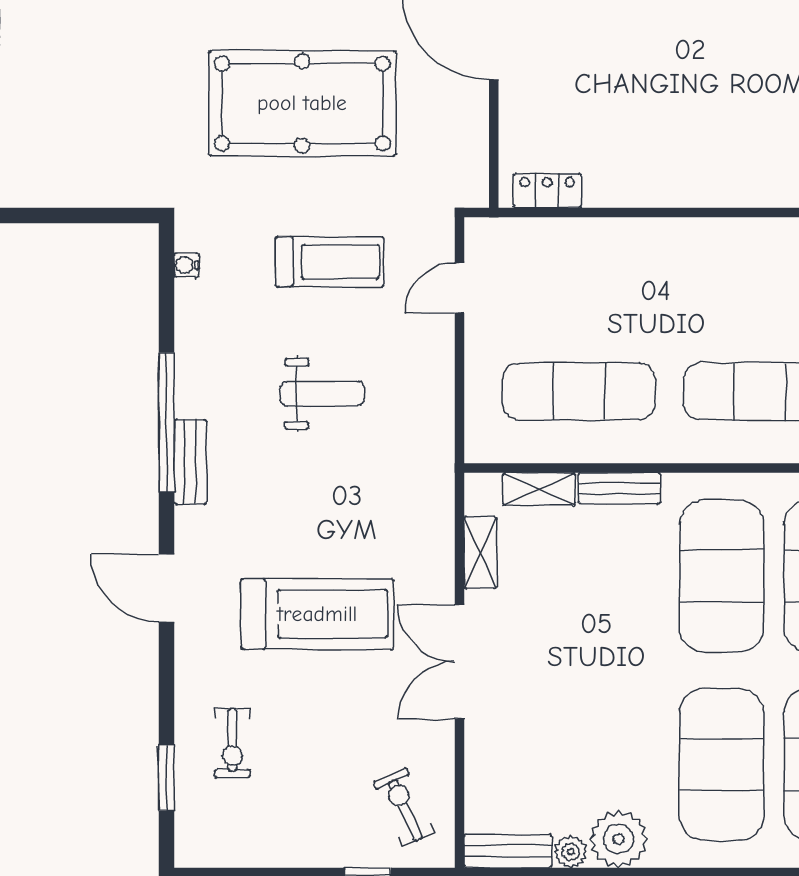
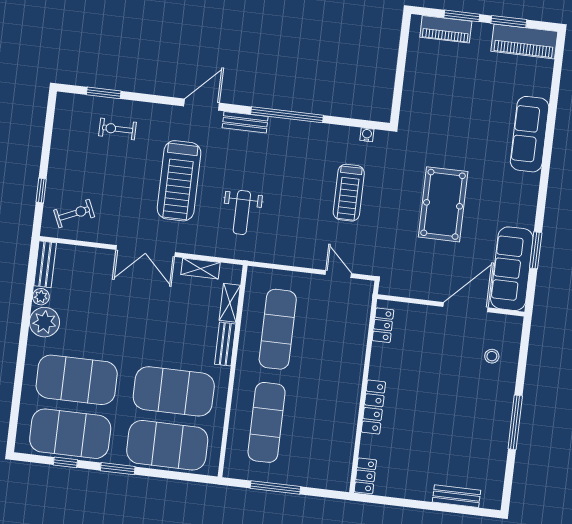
pool table: (302, 103) -> (443, 204), width x0.73, depth x0.76
locker: (706, 190) -> (373, 407), added
treadmill: (330, 262) -> (349, 193), moved
weight bench: (322, 394) -> (242, 212), moved
bench: (190, 462) -> (245, 122), moved
double door: (459, 662) -> (146, 251), swing flipped

